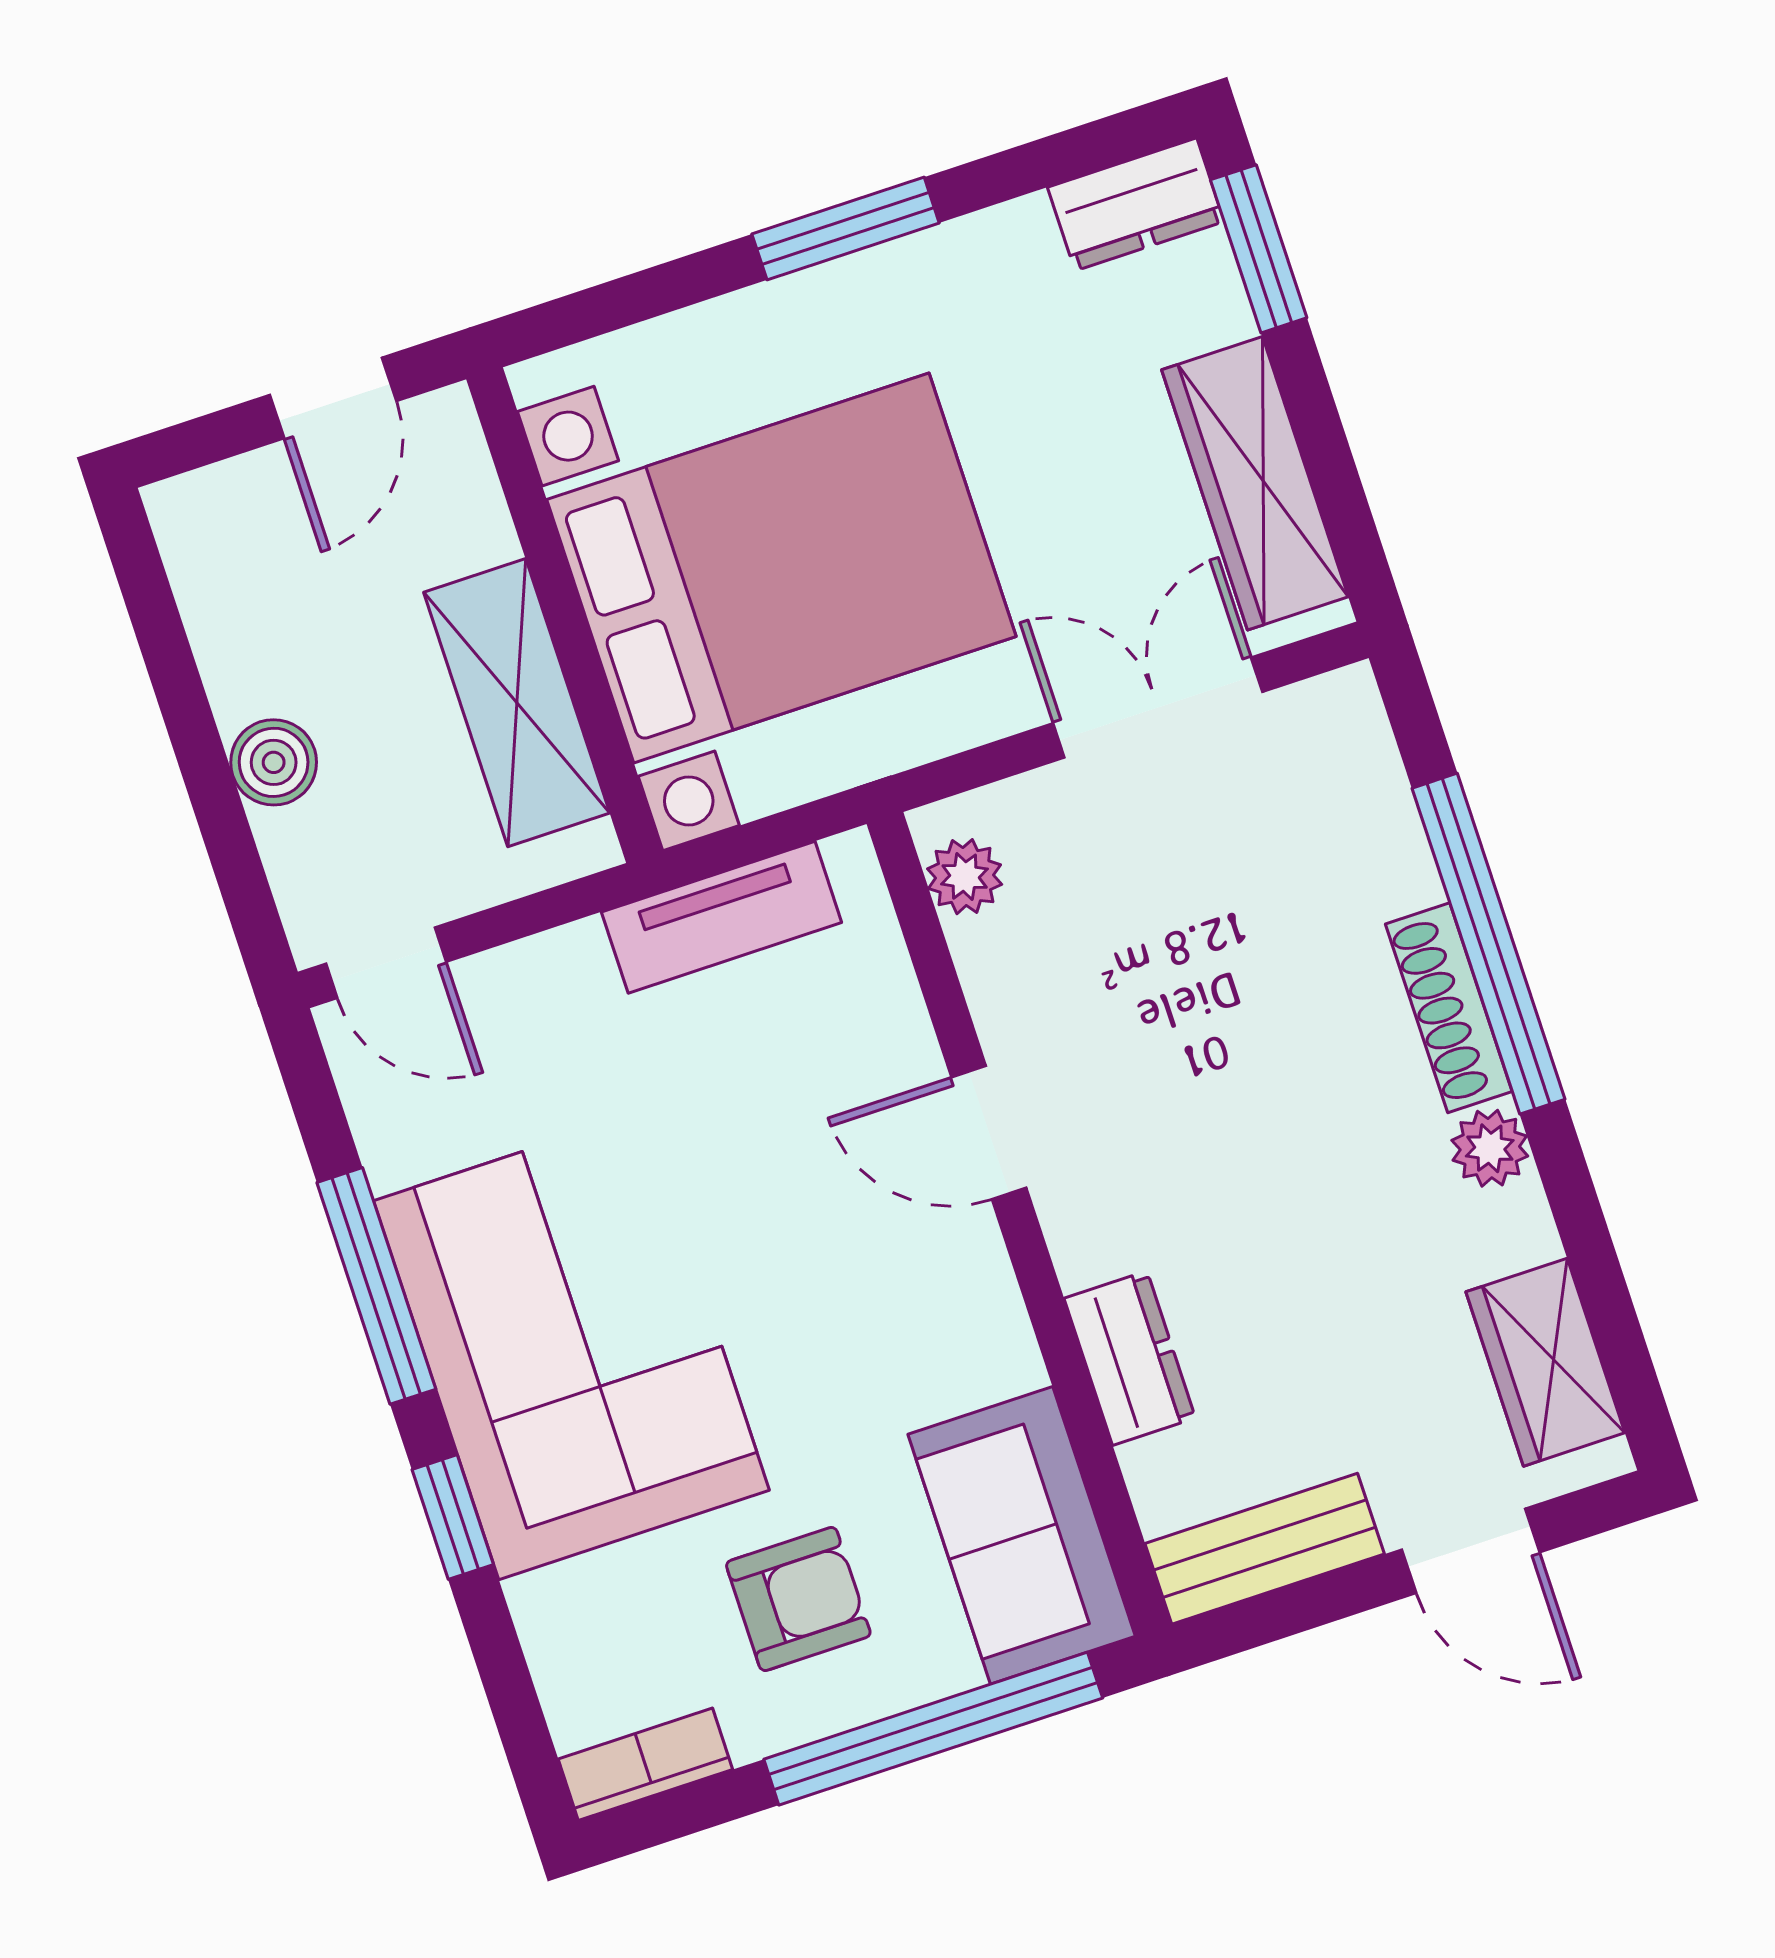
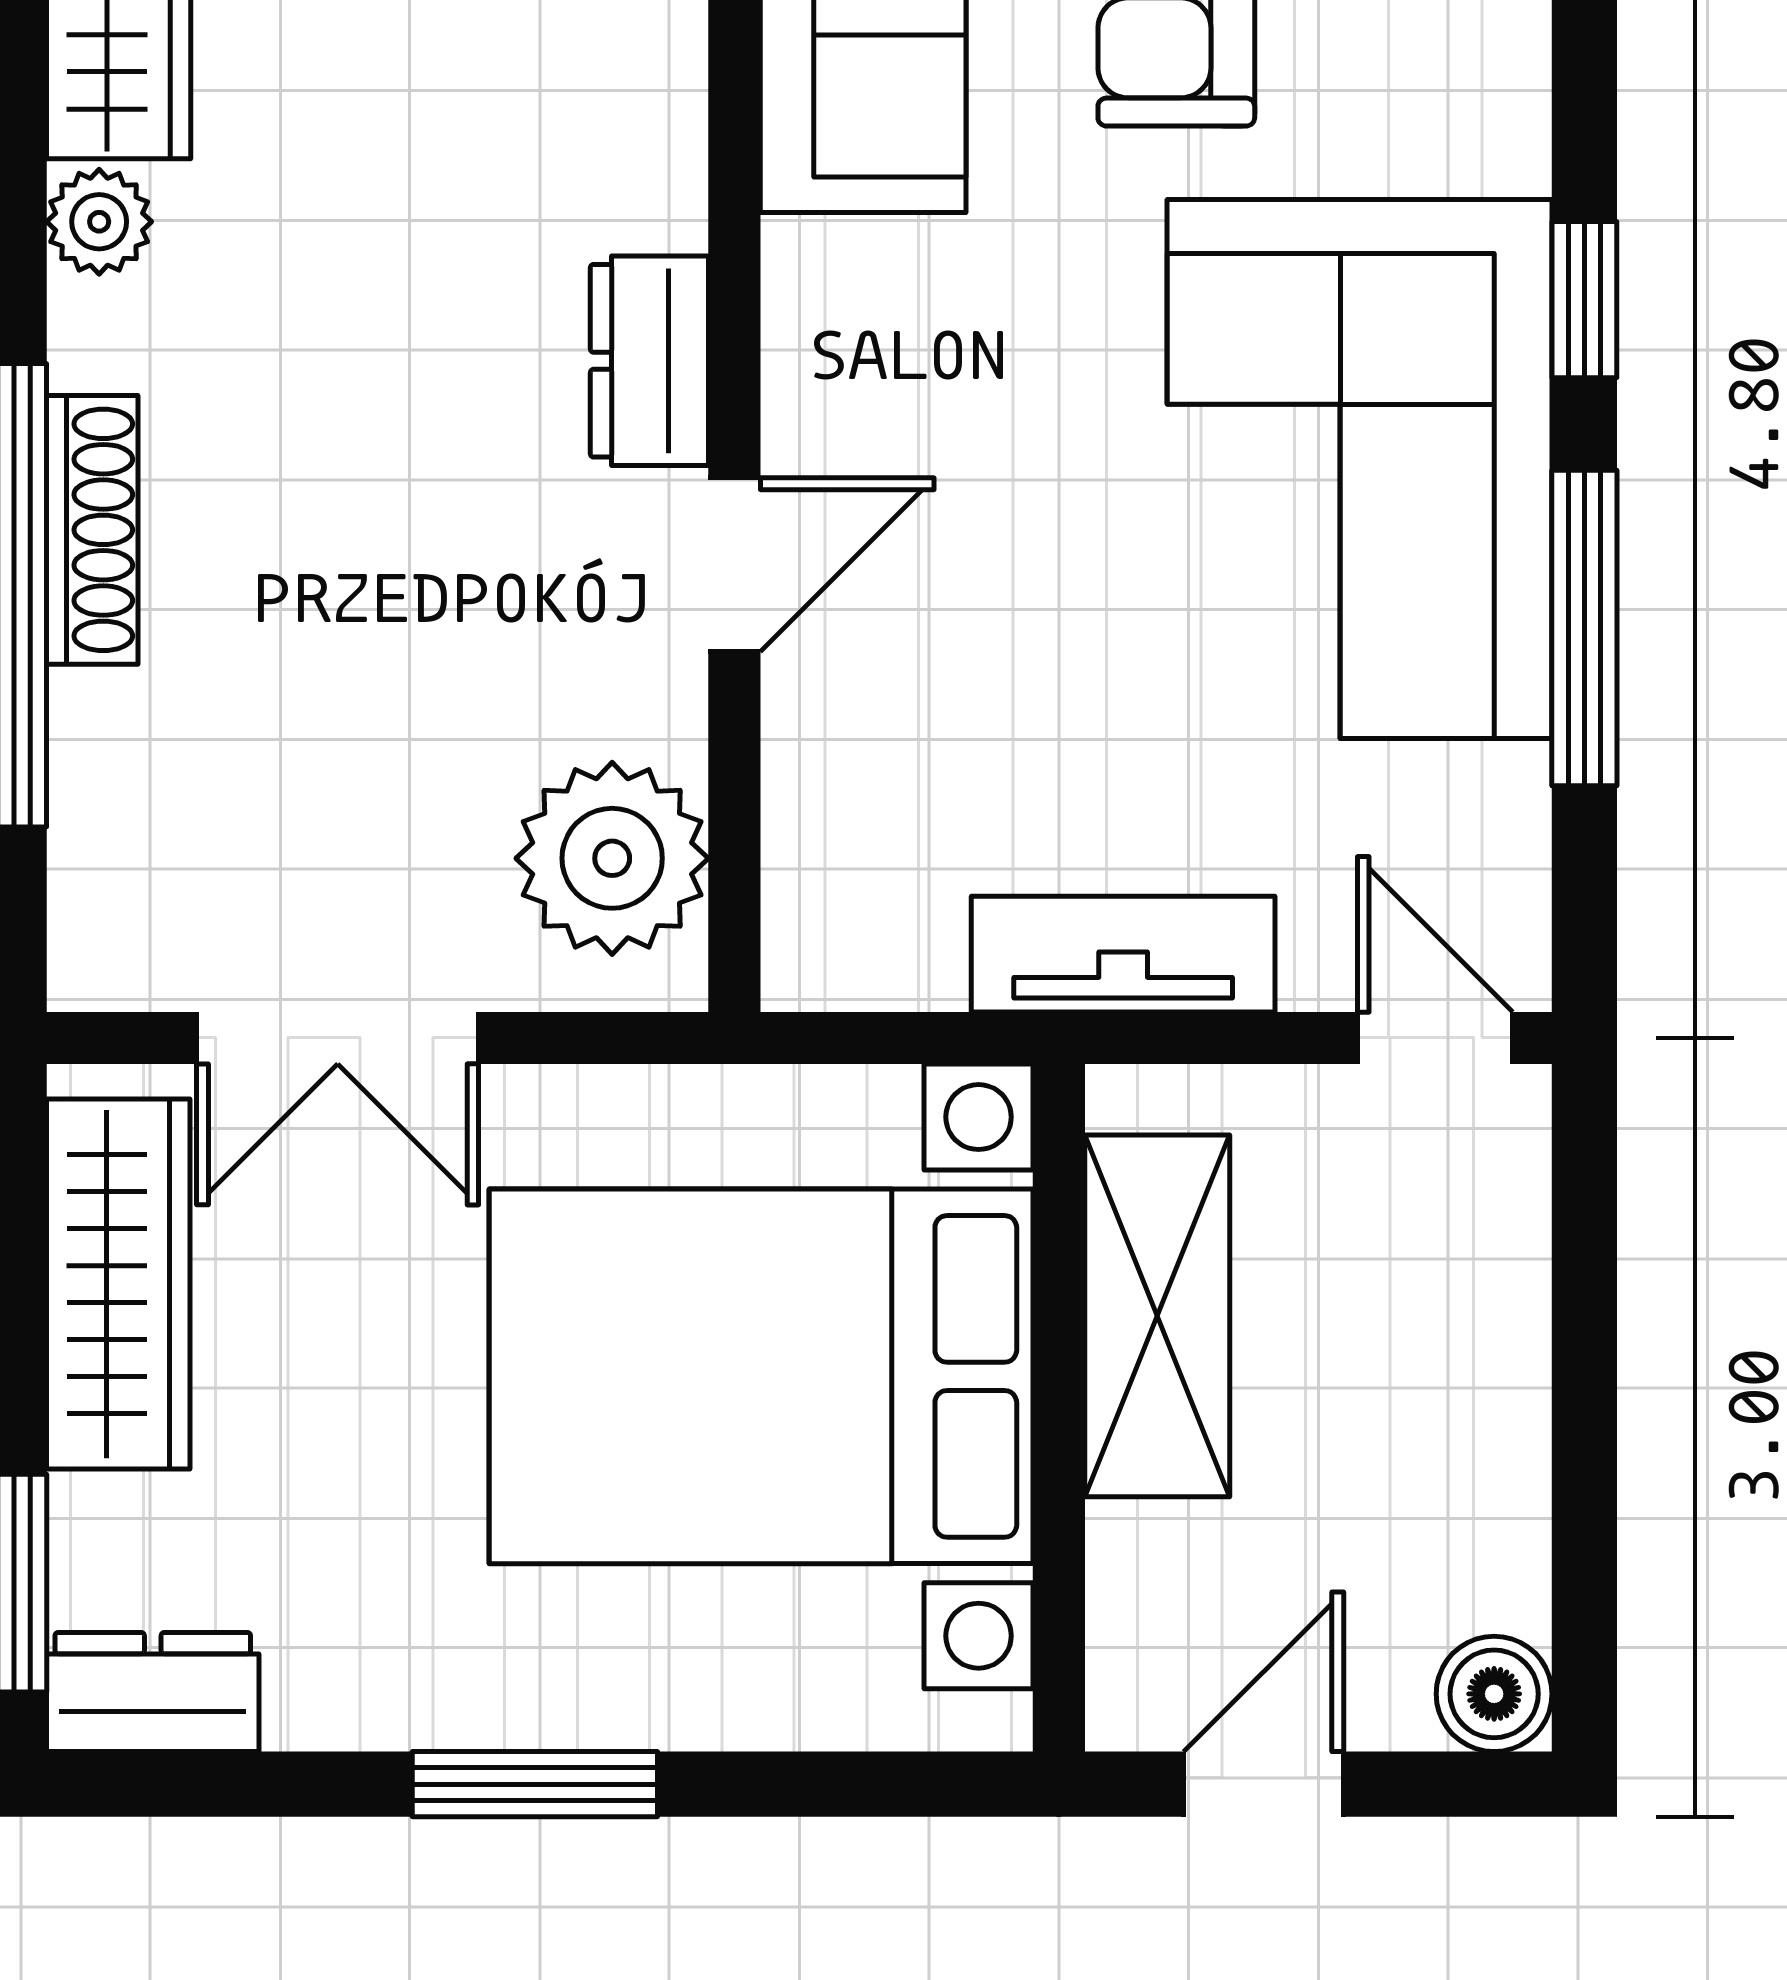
boiler: (274, 762) -> (1494, 1694), moved
plant: (965, 877) -> (612, 858), width x1.88, depth x1.88
tv unit: (722, 917) -> (1123, 954), moved
door: (989, 1133) -> (734, 565), hinge flipped
plant: (1490, 1148) -> (99, 222), moved
dresser: (1130, 1358) -> (649, 361), moved

